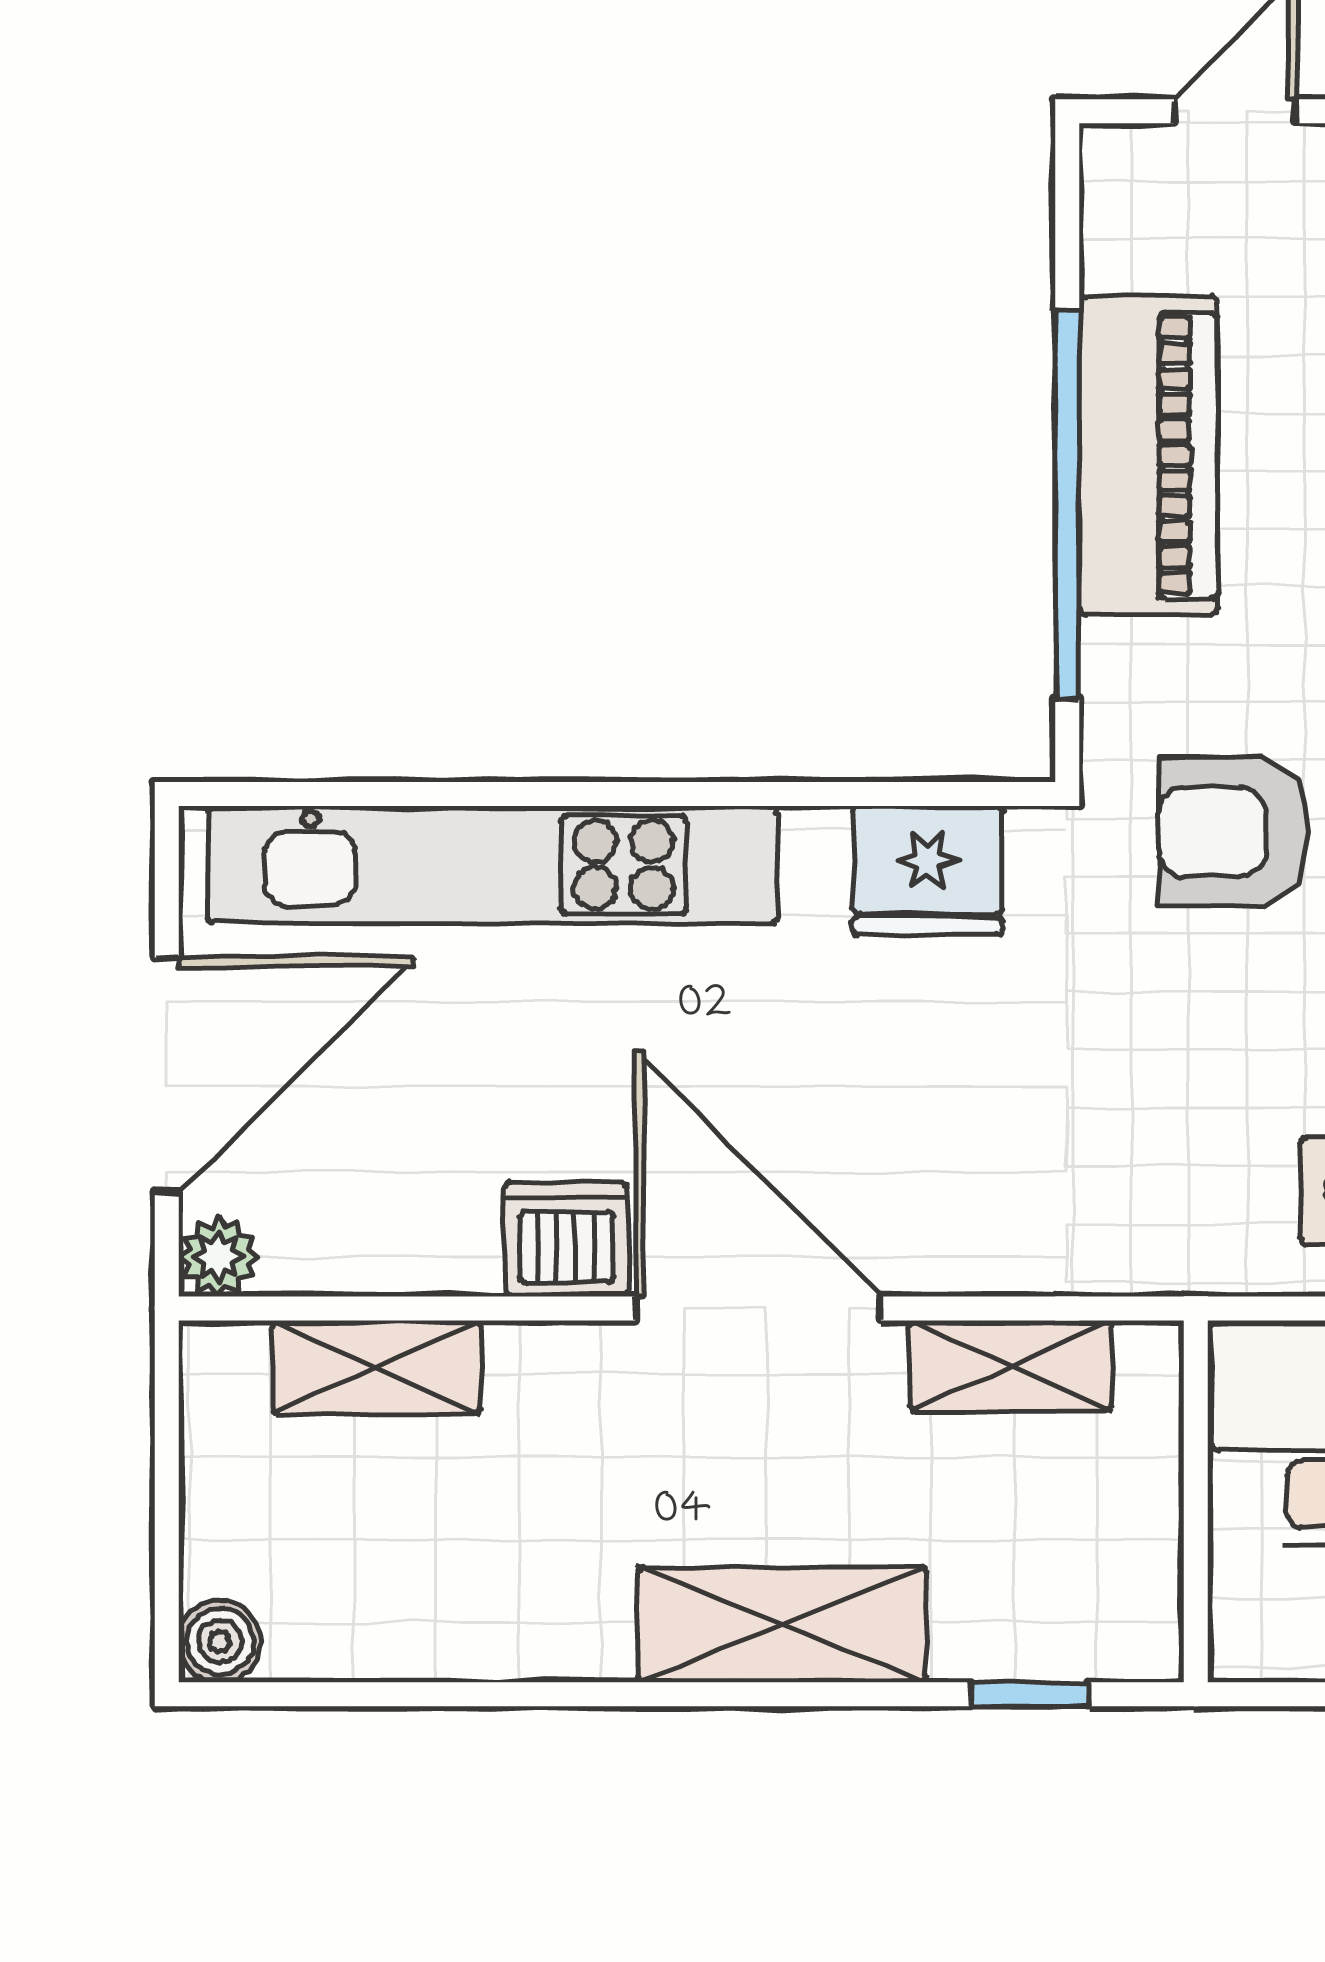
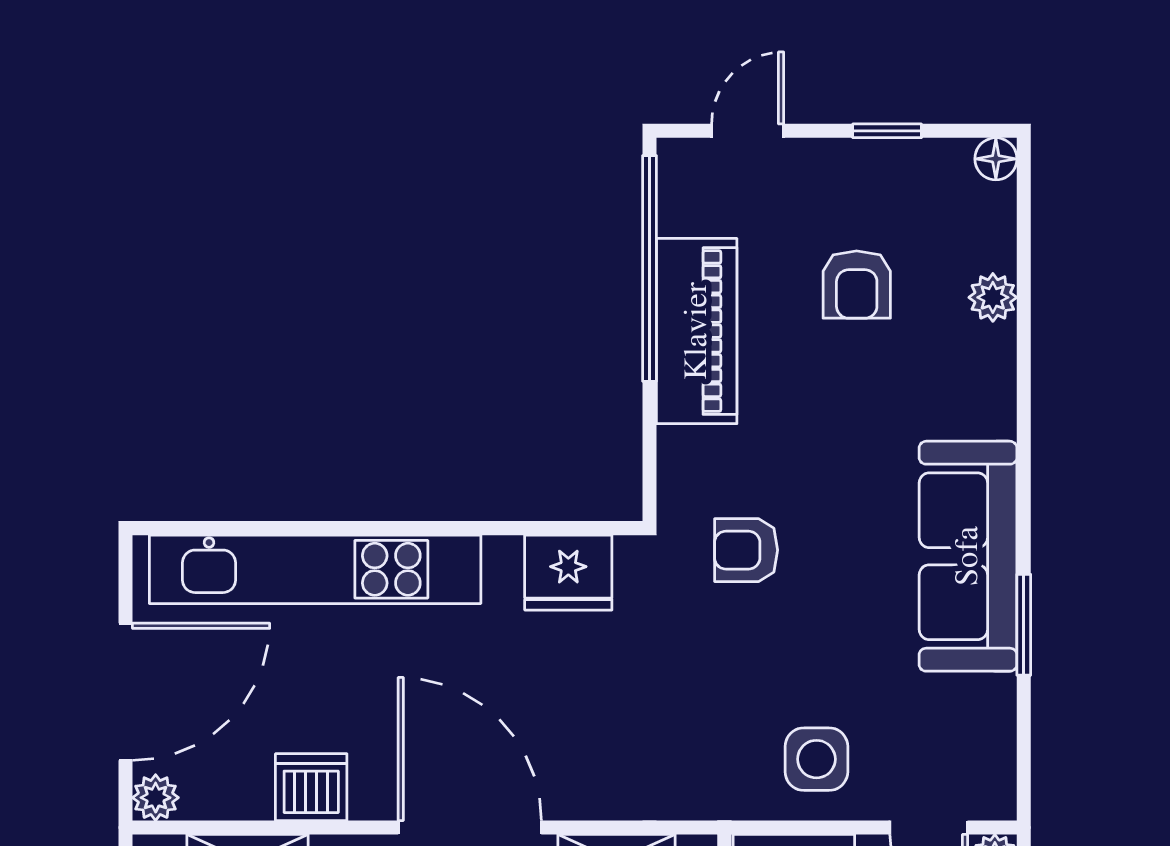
window: (1067, 505) -> (650, 268), moved
armchair: (1233, 832) -> (746, 550), width x0.72, depth x0.72
dishwasher: (566, 1239) -> (311, 787), moved

